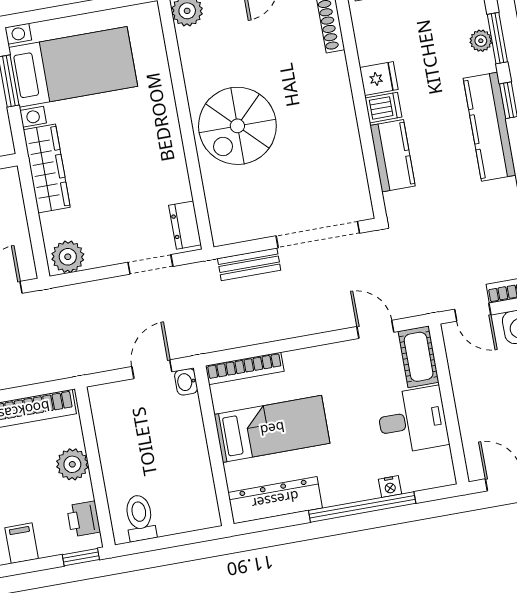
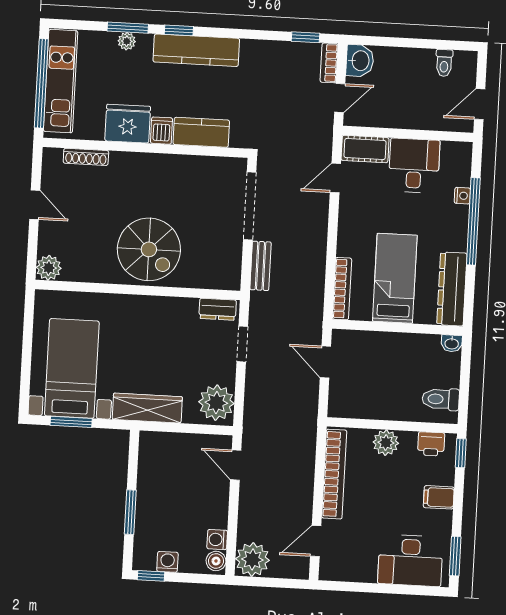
fridge: (379, 79) -> (128, 124), width x1.88, depth x1.34
plant: (68, 257) -> (216, 403), width x1.36, depth x1.36
washbasin: (186, 382) -> (452, 343), moved

